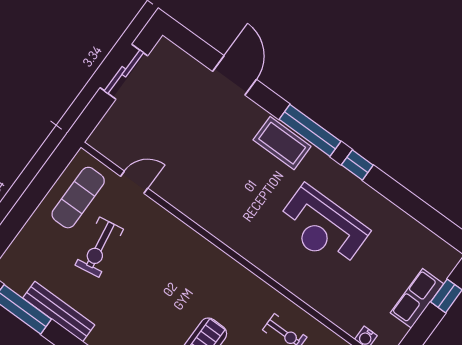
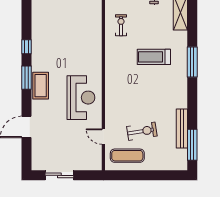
window: (310, 130) -> (27, 78), width x0.69
reception desk: (323, 227) -> (81, 98), moved

